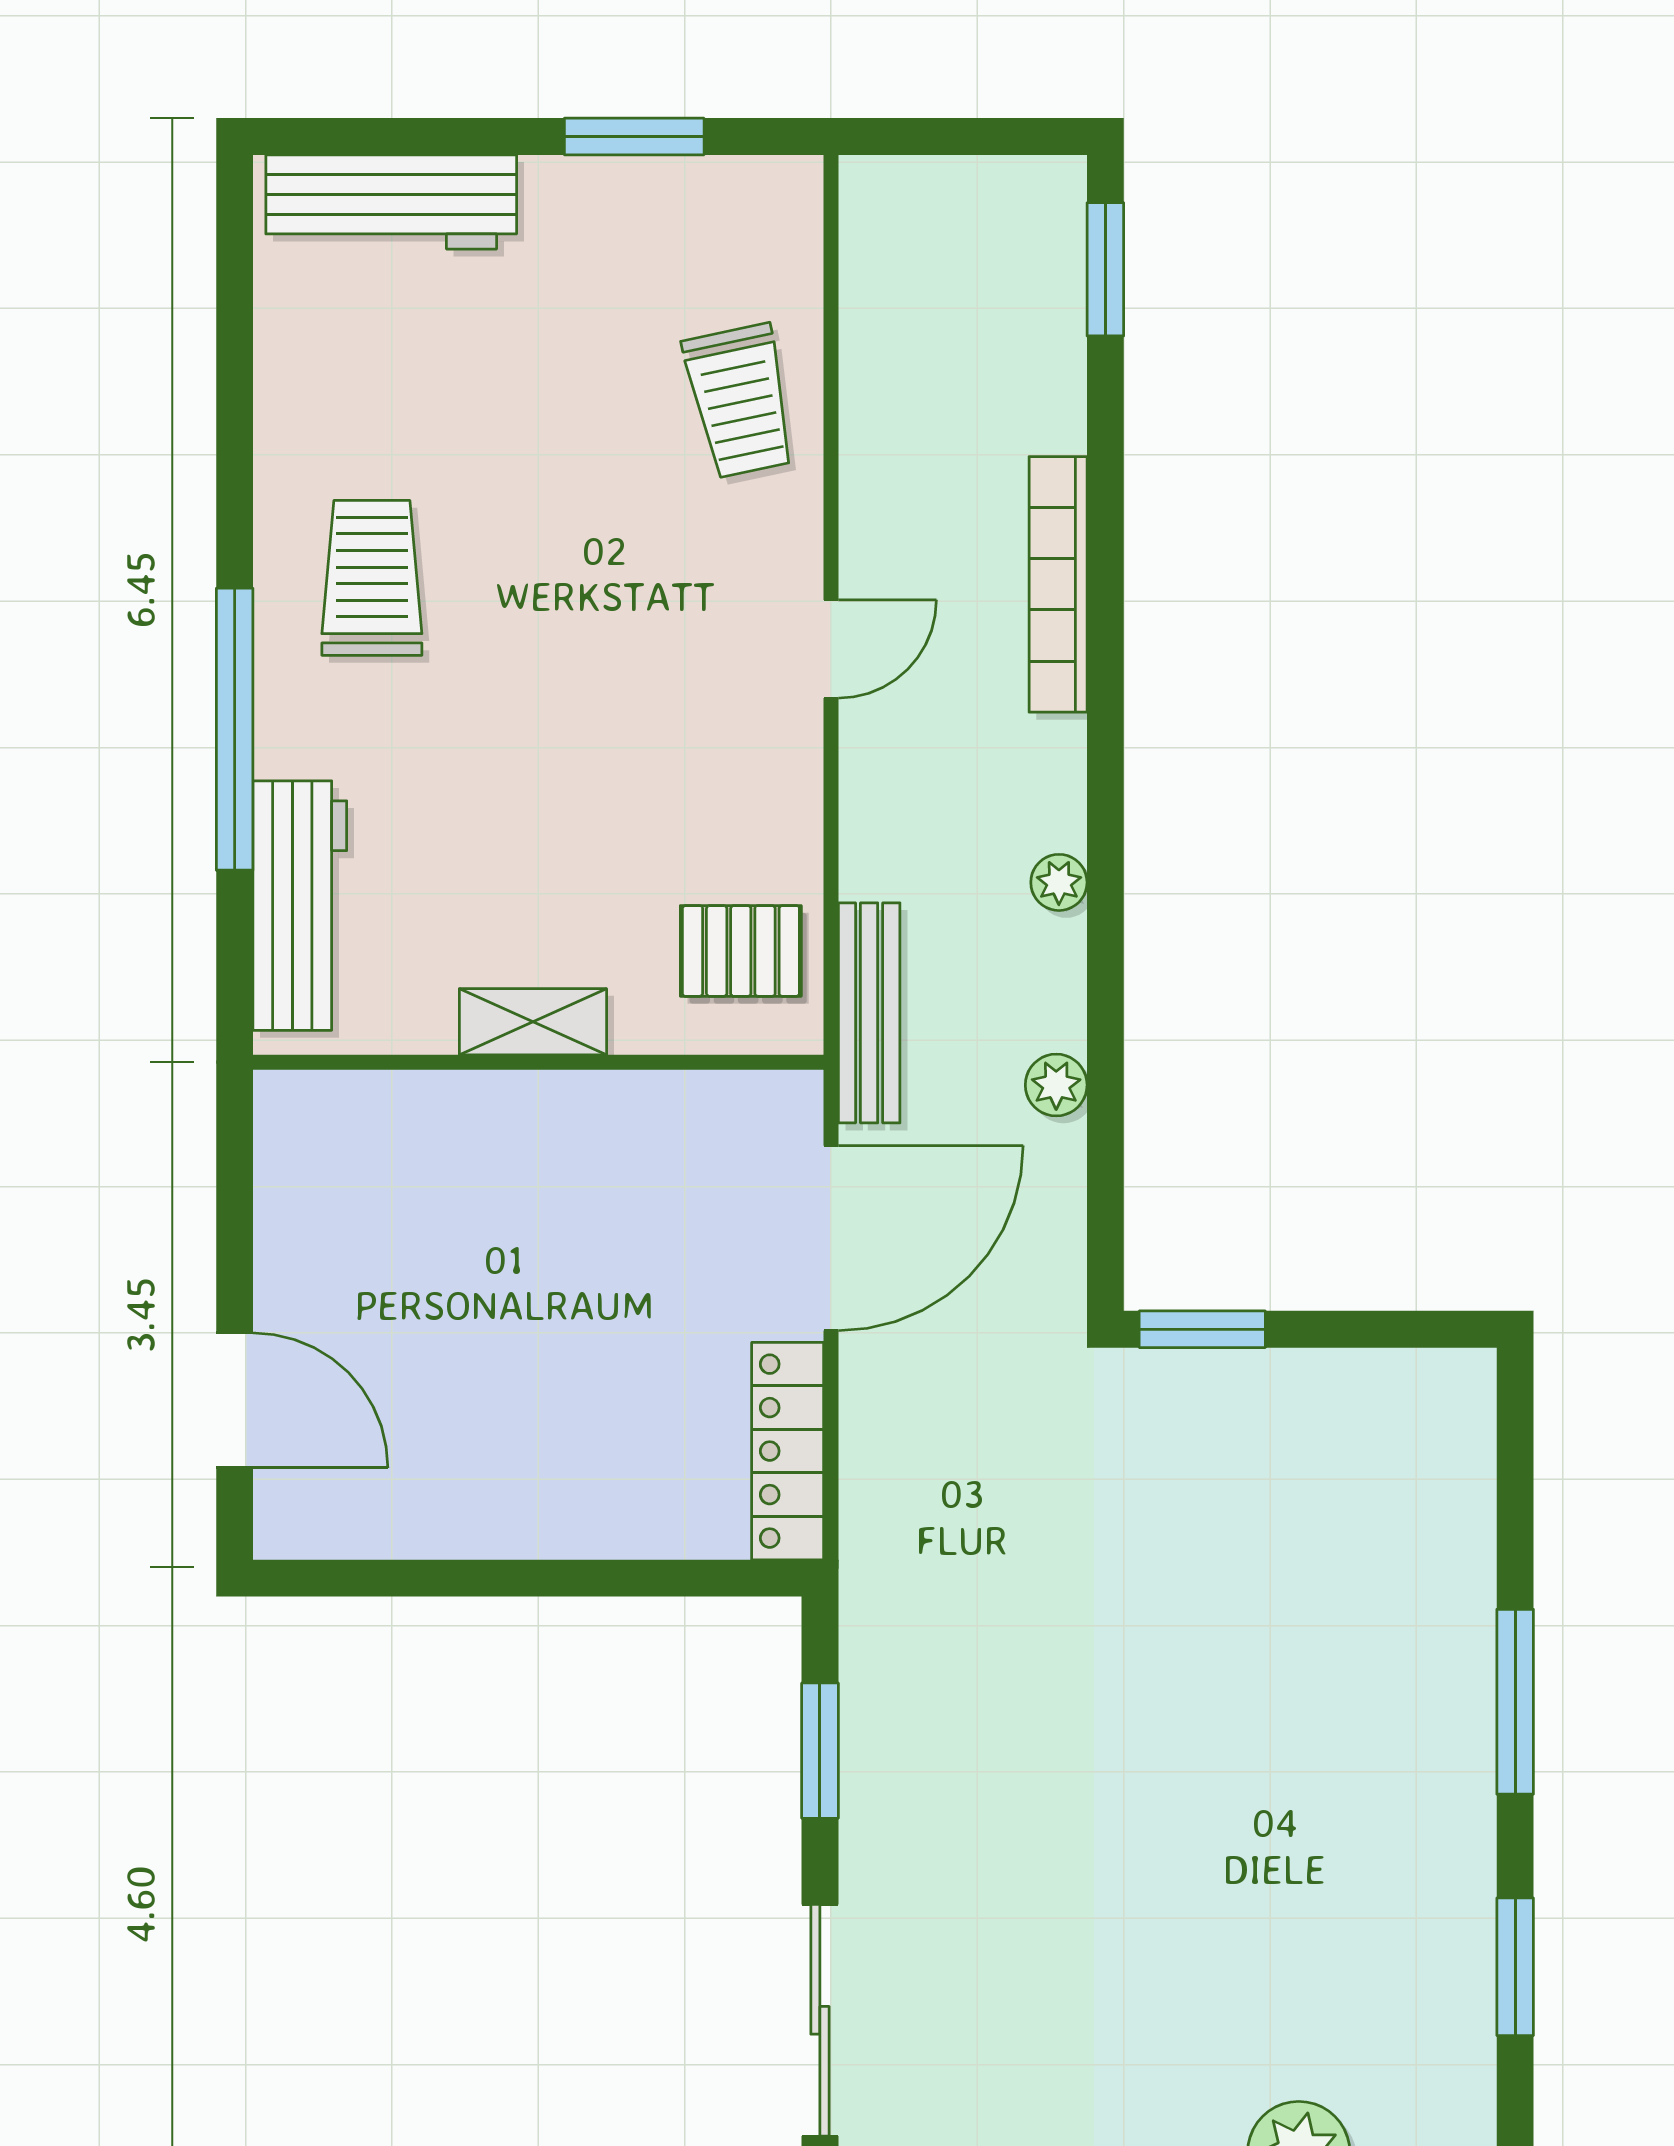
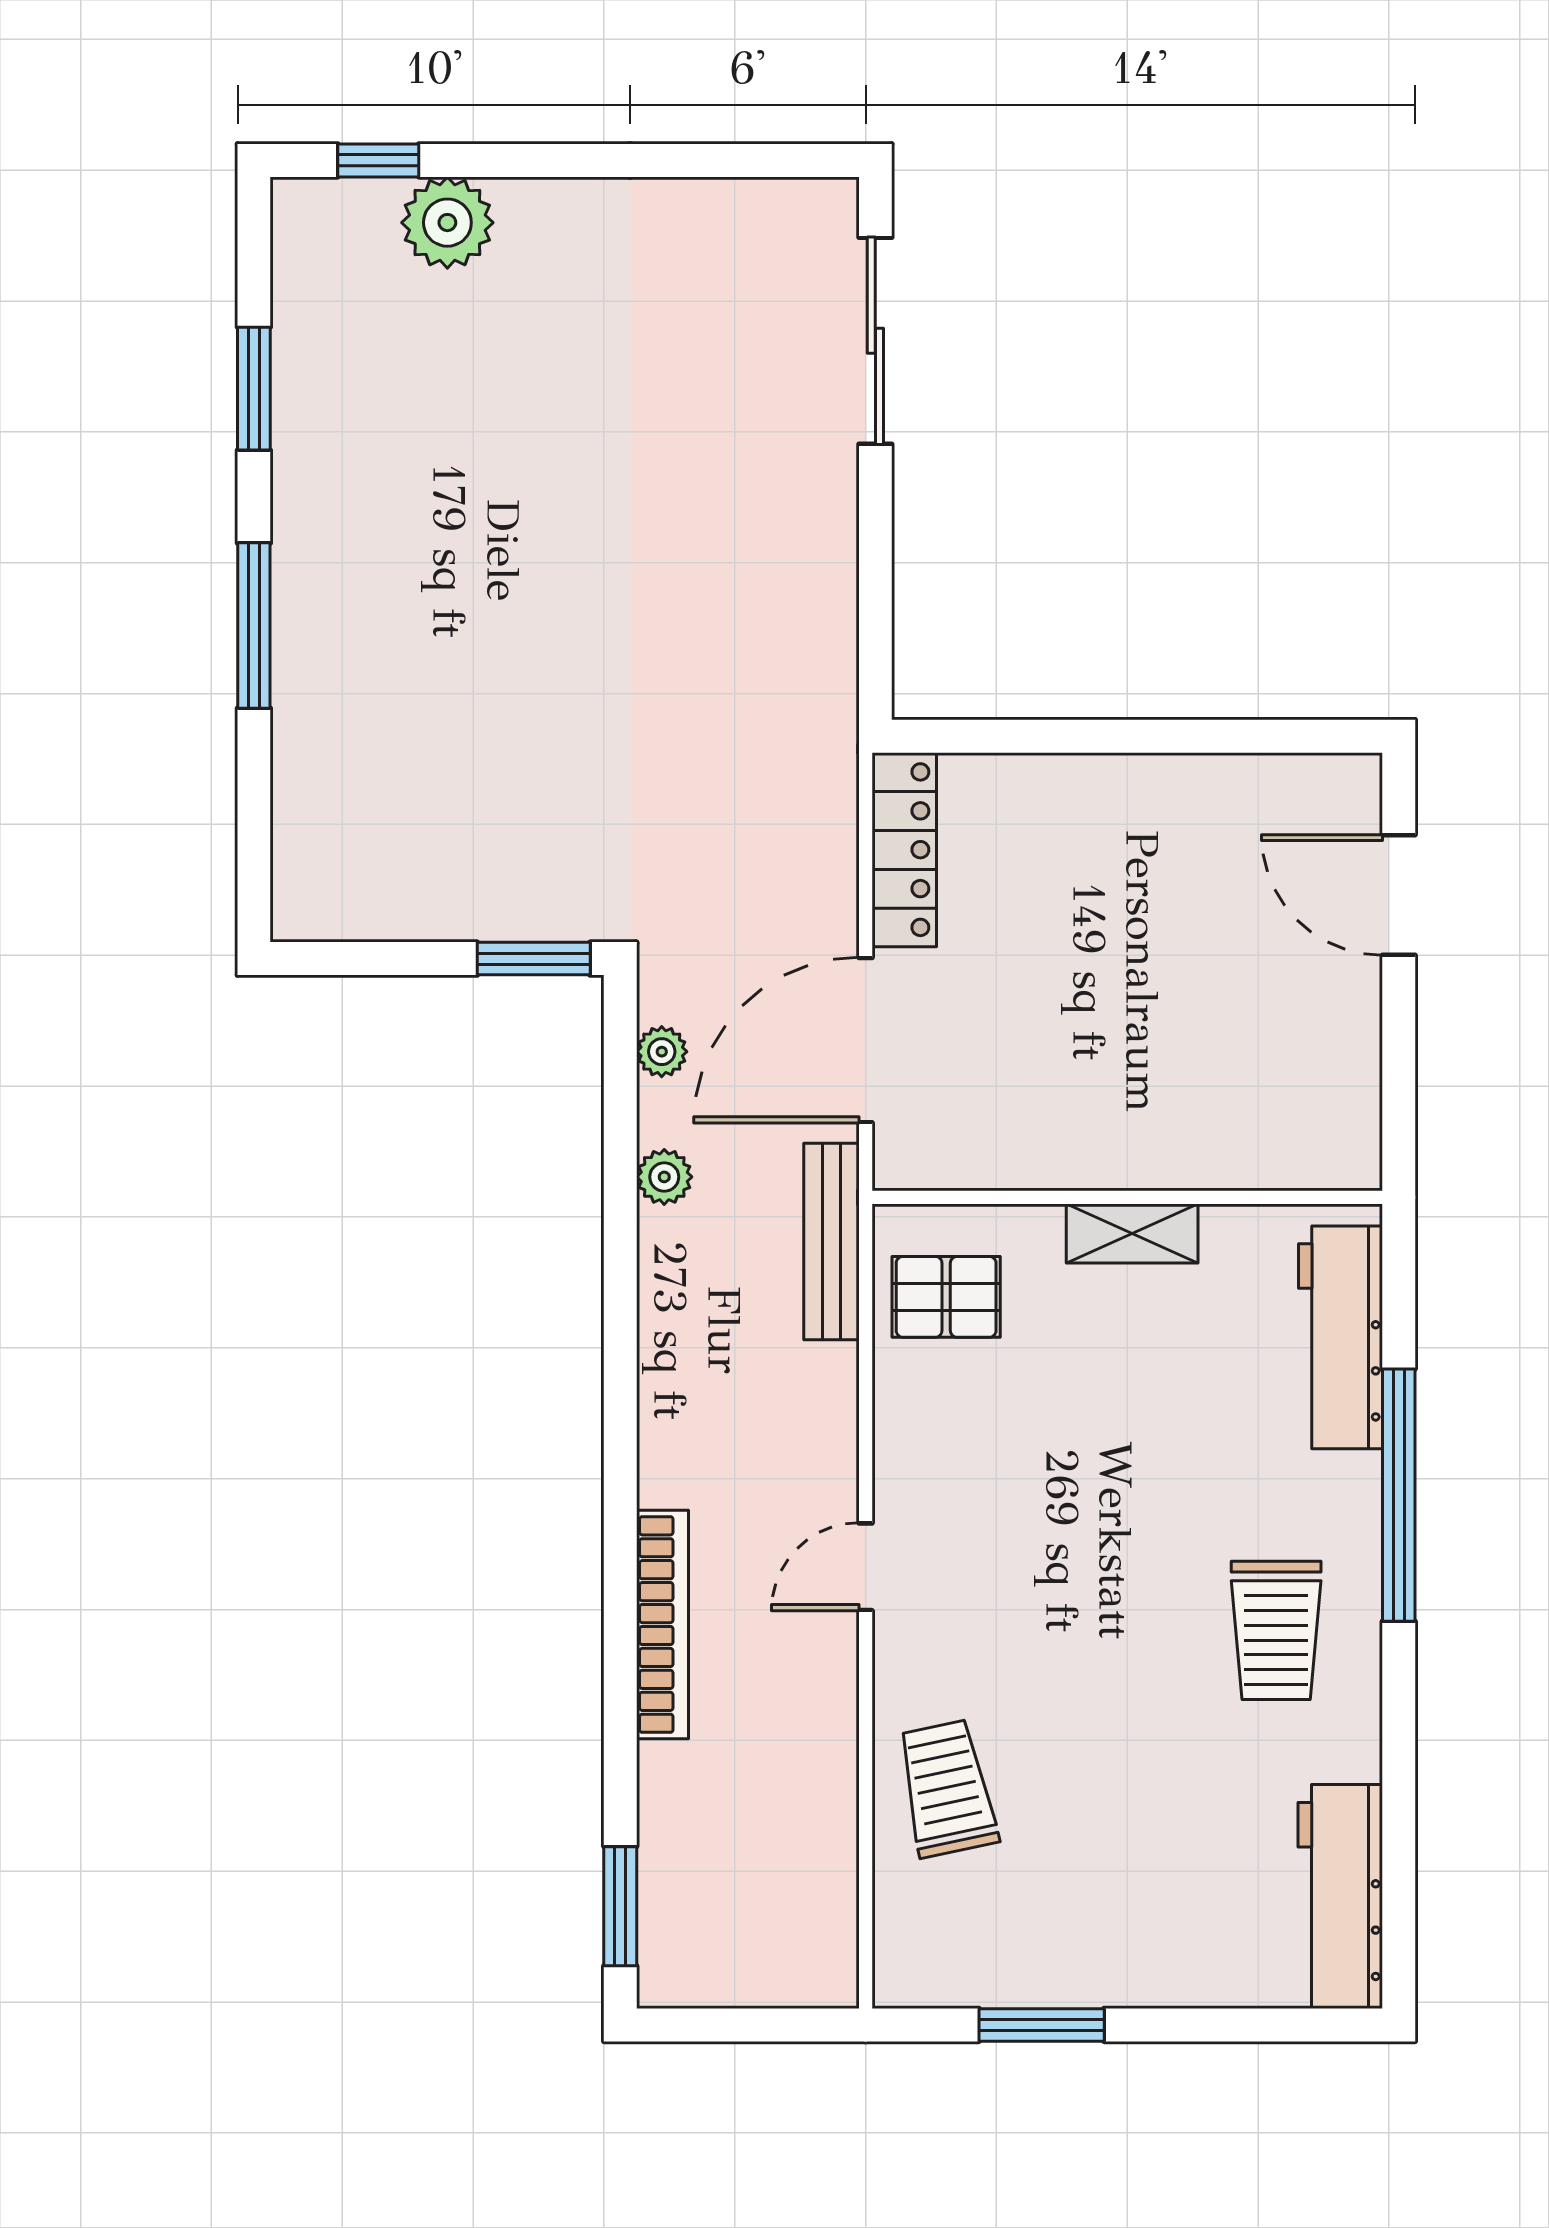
workbench: (391, 202) -> (1340, 1896), moved, turned -90
plant: (1059, 882) -> (662, 1052), moved
window: (820, 1751) -> (875, 582), removed

